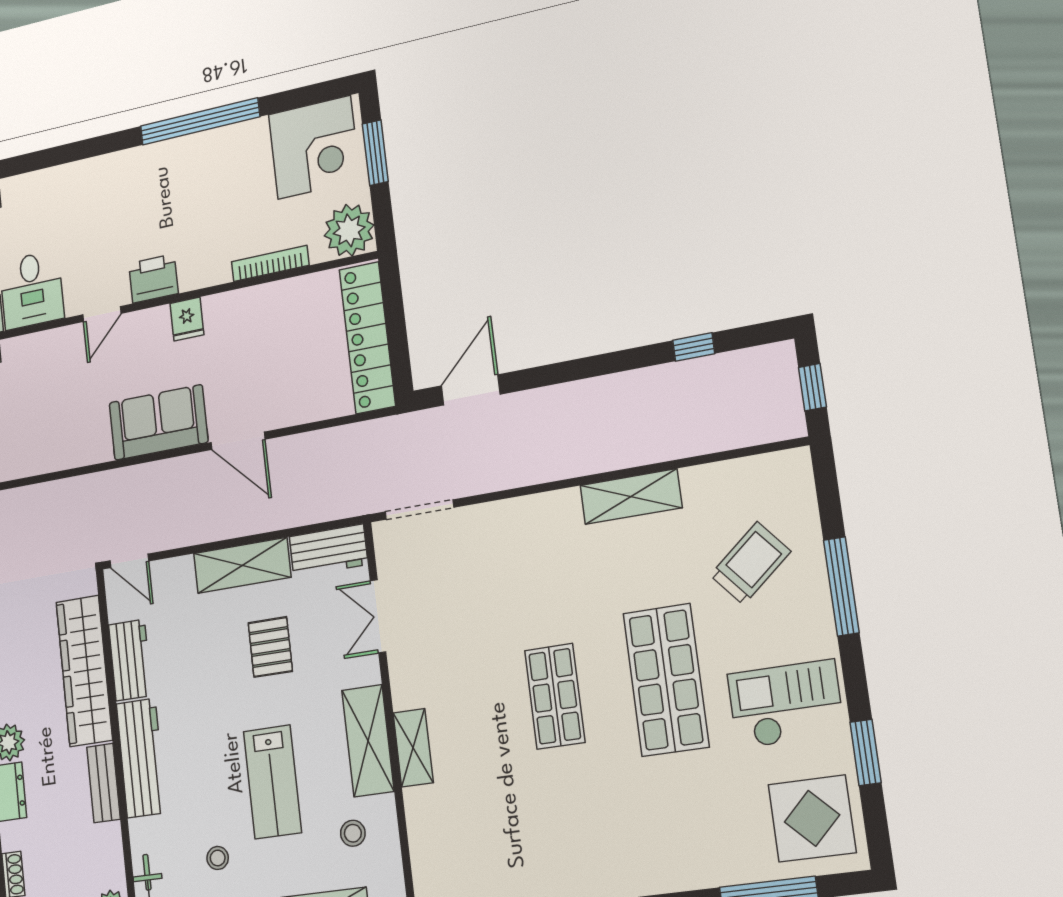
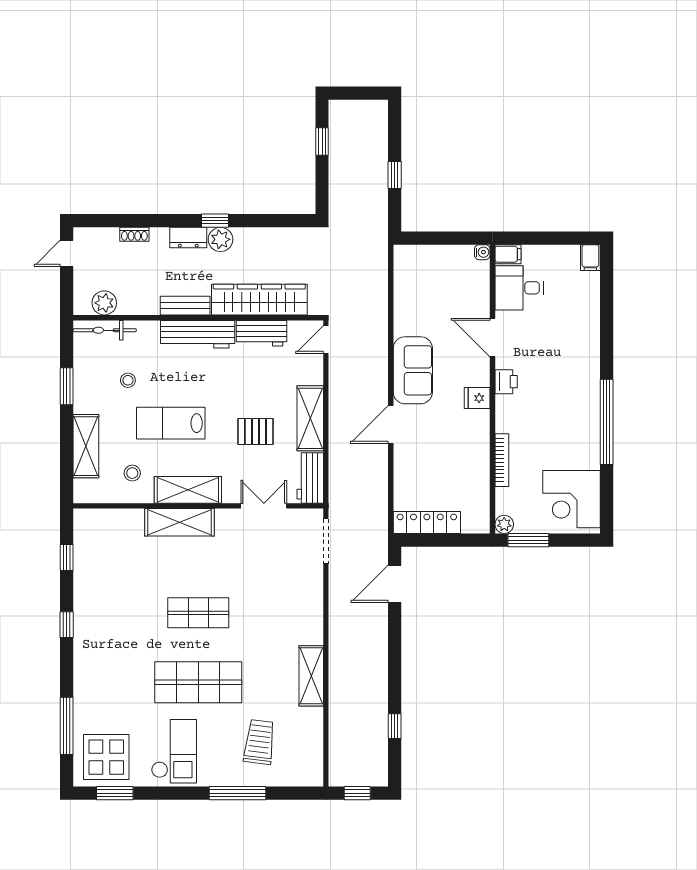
window: (375, 153) -> (528, 540), moved
plant: (349, 230) -> (504, 524), width x0.53, depth x0.53
printer: (153, 279) -> (506, 382), width x0.73, depth x0.81
door: (102, 314) -> (492, 338), width x1.38
locker: (367, 338) -> (427, 522), width x0.71, depth x0.83
door: (471, 390) -> (395, 584), swing flipped
trolley: (750, 563) -> (259, 742), turned -133
shelving: (413, 748) -> (180, 522), width x1.50, depth x1.33
window: (866, 752) -> (115, 793), moved

